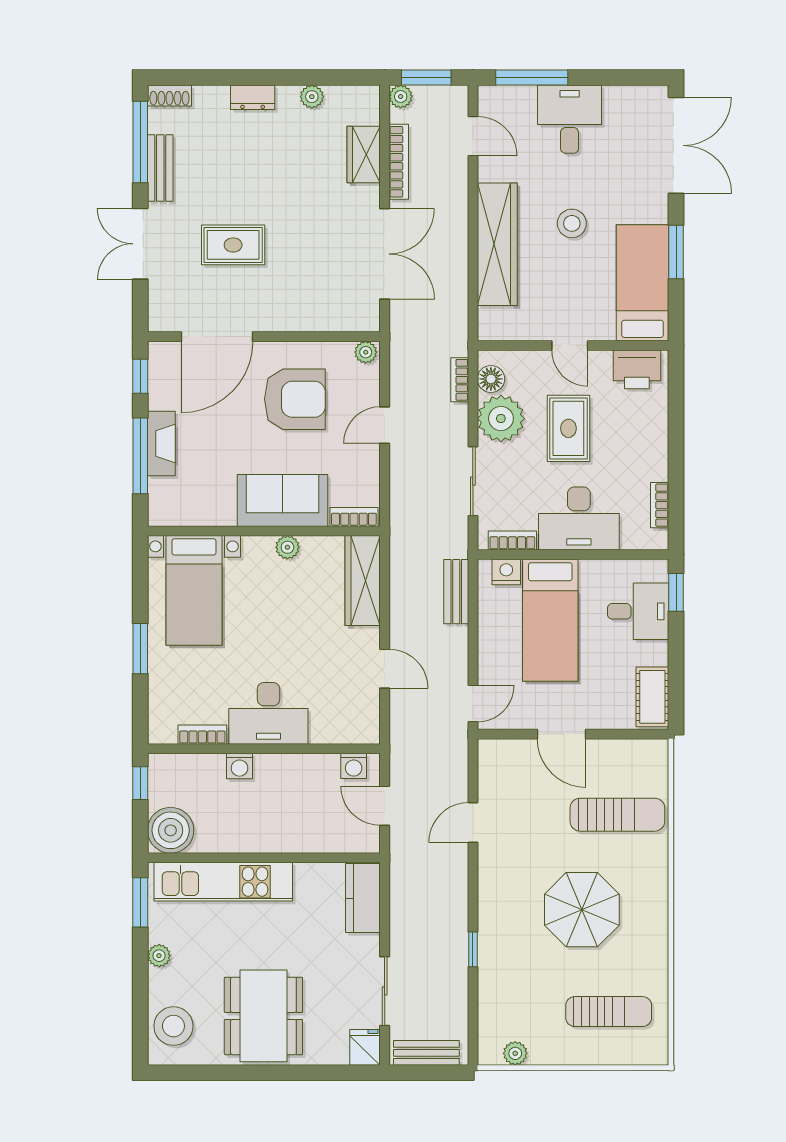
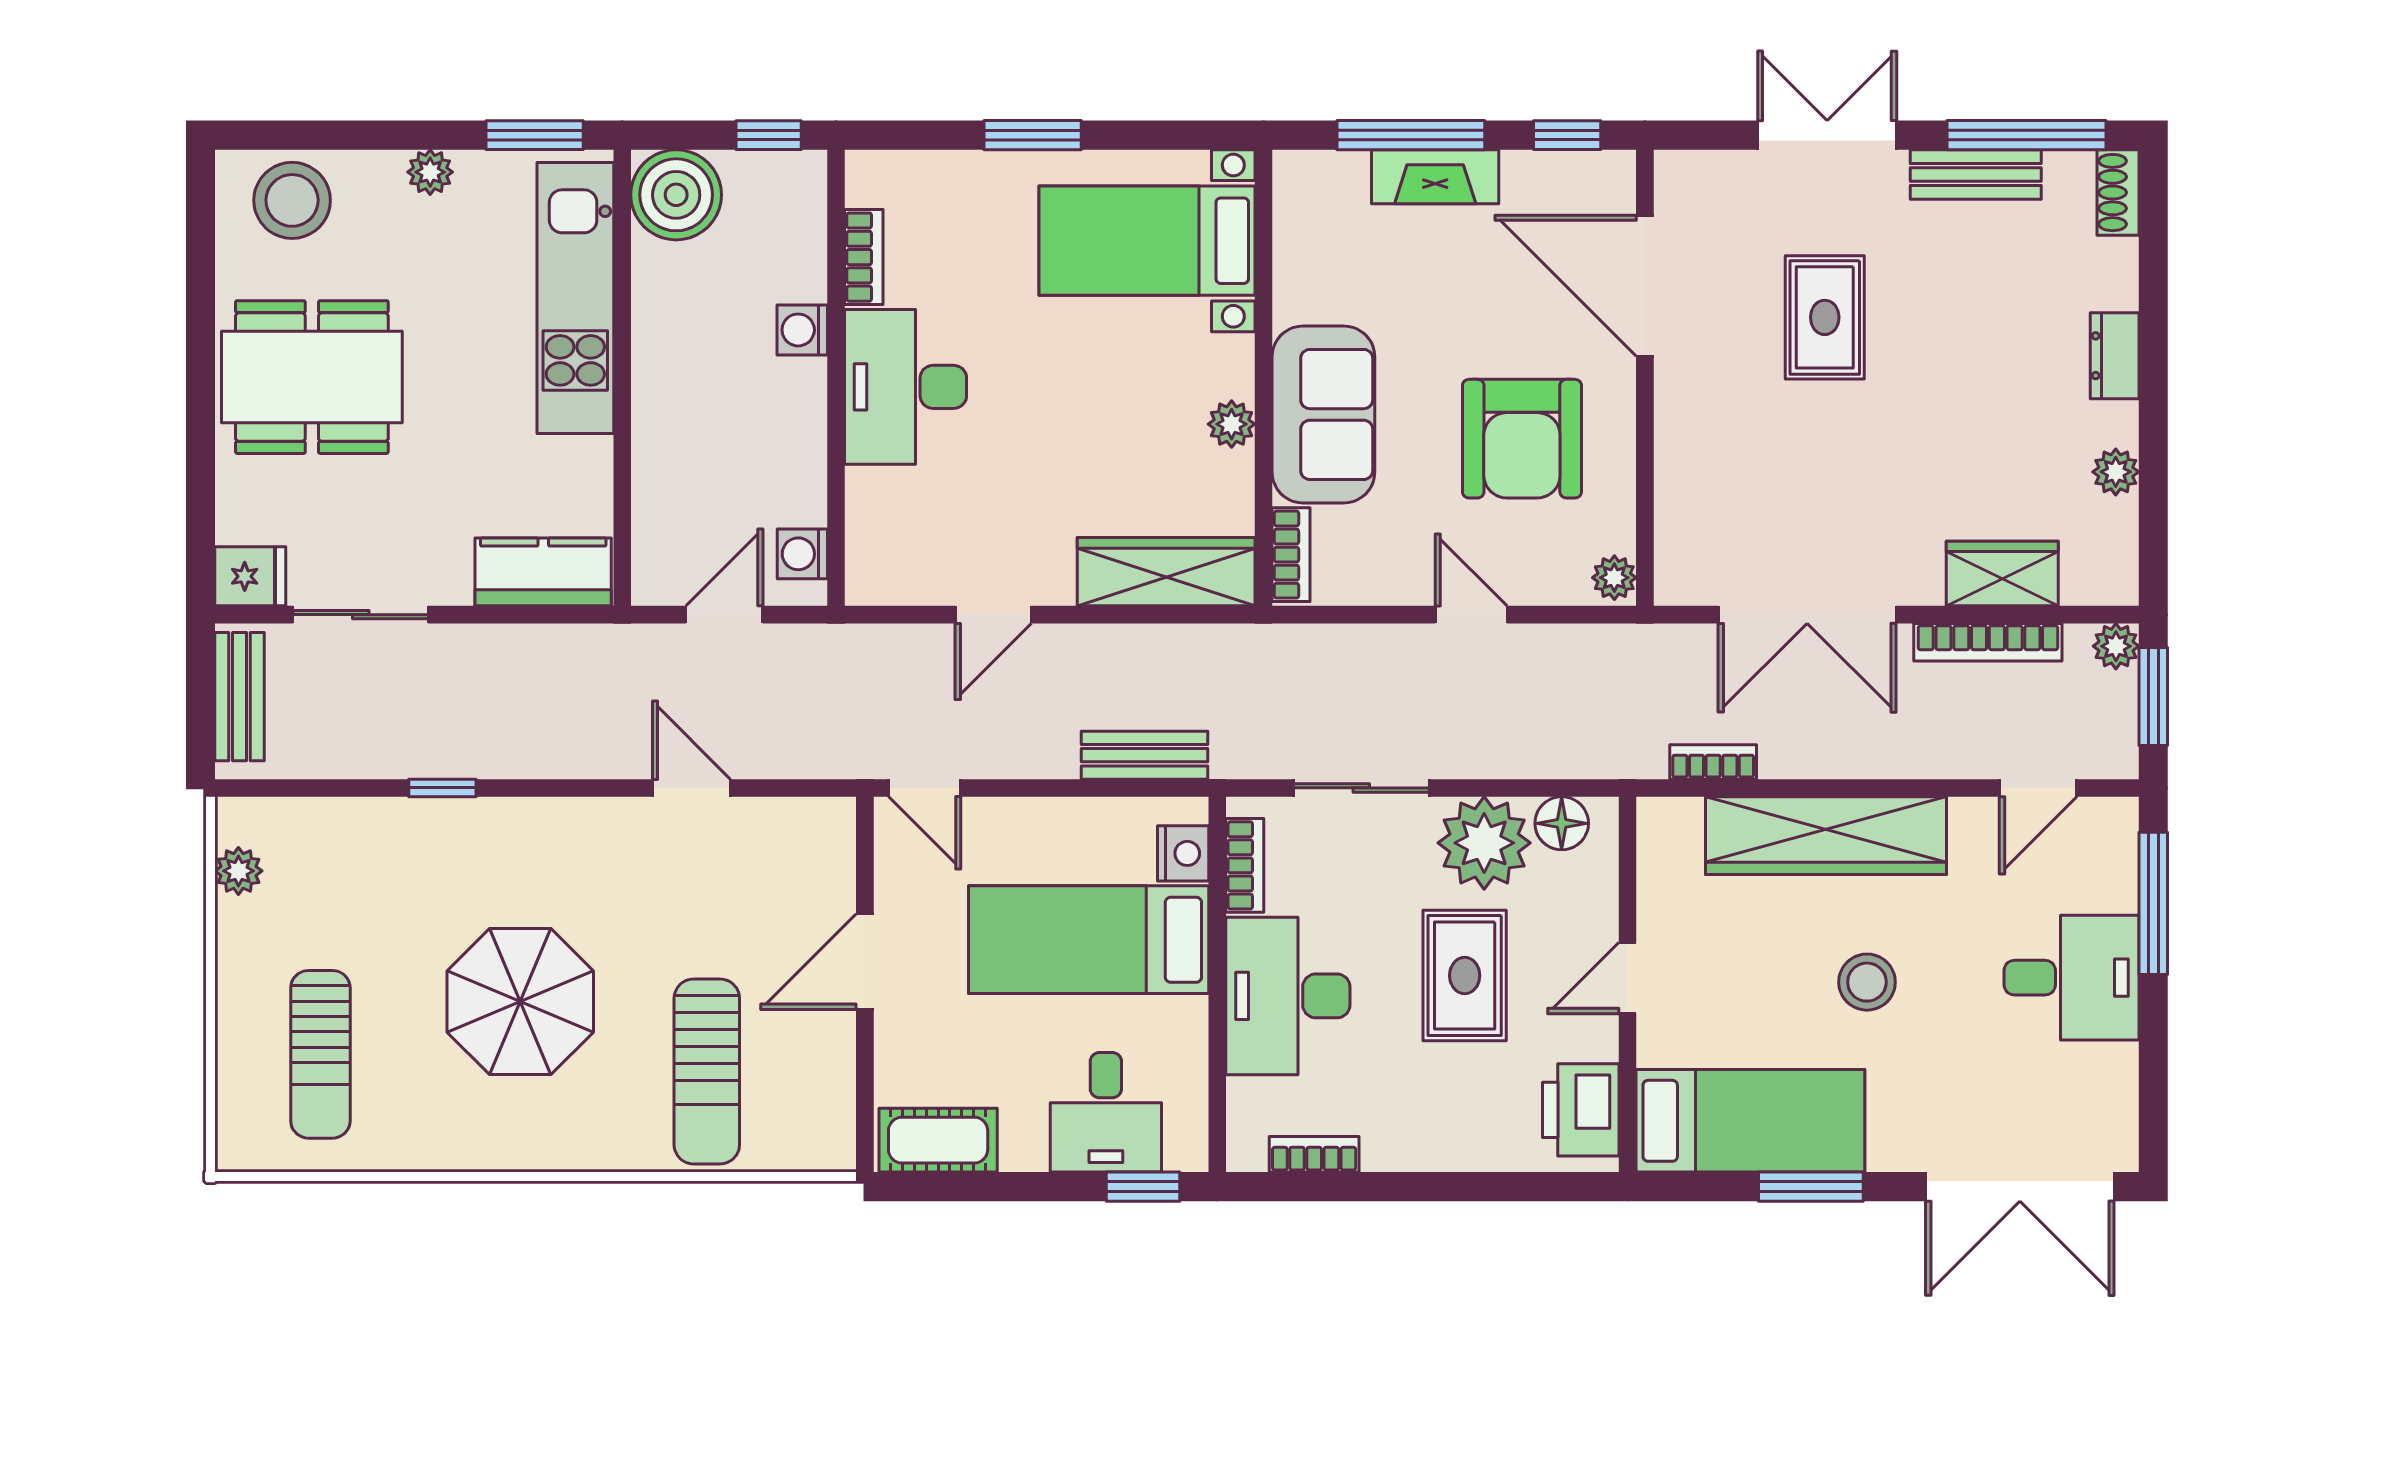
bookcase: (460, 380) -> (1713, 762), moved
rug: (568, 428) -> (1465, 976), turned 90

